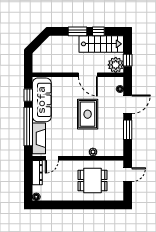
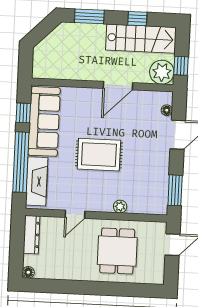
window: (78, 31) -> (89, 16), moved
door: (88, 75) -> (118, 86), hinge flipped
rug: (88, 114) -> (99, 155), moved, turned 90
window: (128, 130) -> (175, 190), moved
door: (52, 158) -> (75, 214), moved
dining table: (93, 181) -> (117, 251), turned 90

